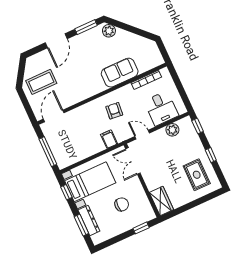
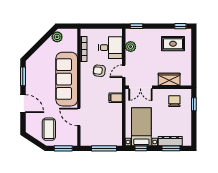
plant: (109, 31) -> (57, 37), moved
sofa: (120, 73) -> (67, 79), width x1.85, depth x1.27
window: (28, 107) -> (63, 148), added
armchair: (114, 111) -> (99, 71), moved
door: (54, 116) -> (79, 117), moved
window: (211, 155) -> (180, 26), moved
wardrobe: (161, 201) -> (169, 79), moved
chair: (122, 204) -> (174, 101), moved

